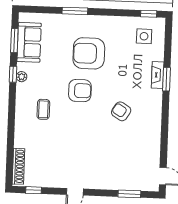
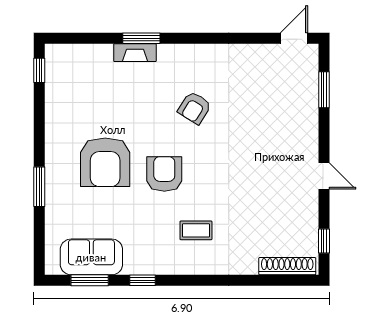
side table: (144, 36) -> (75, 76), removed
plant: (22, 77) -> (146, 267), removed

